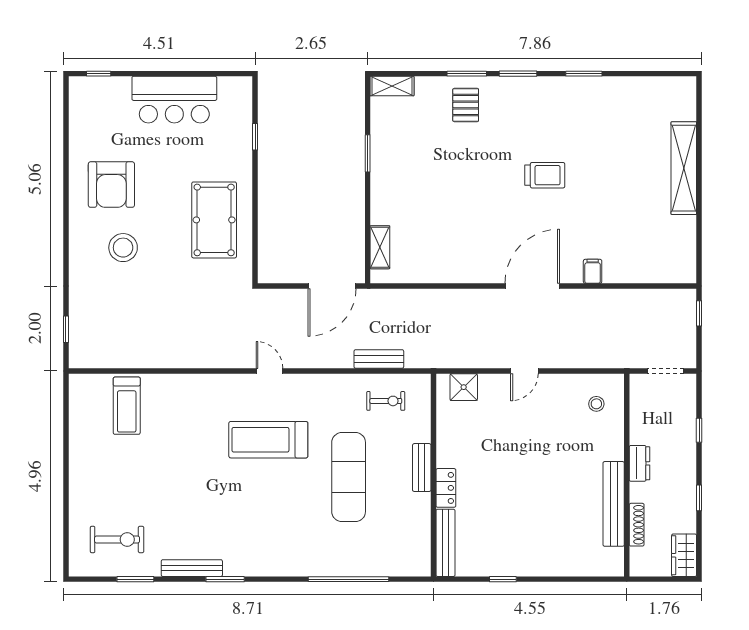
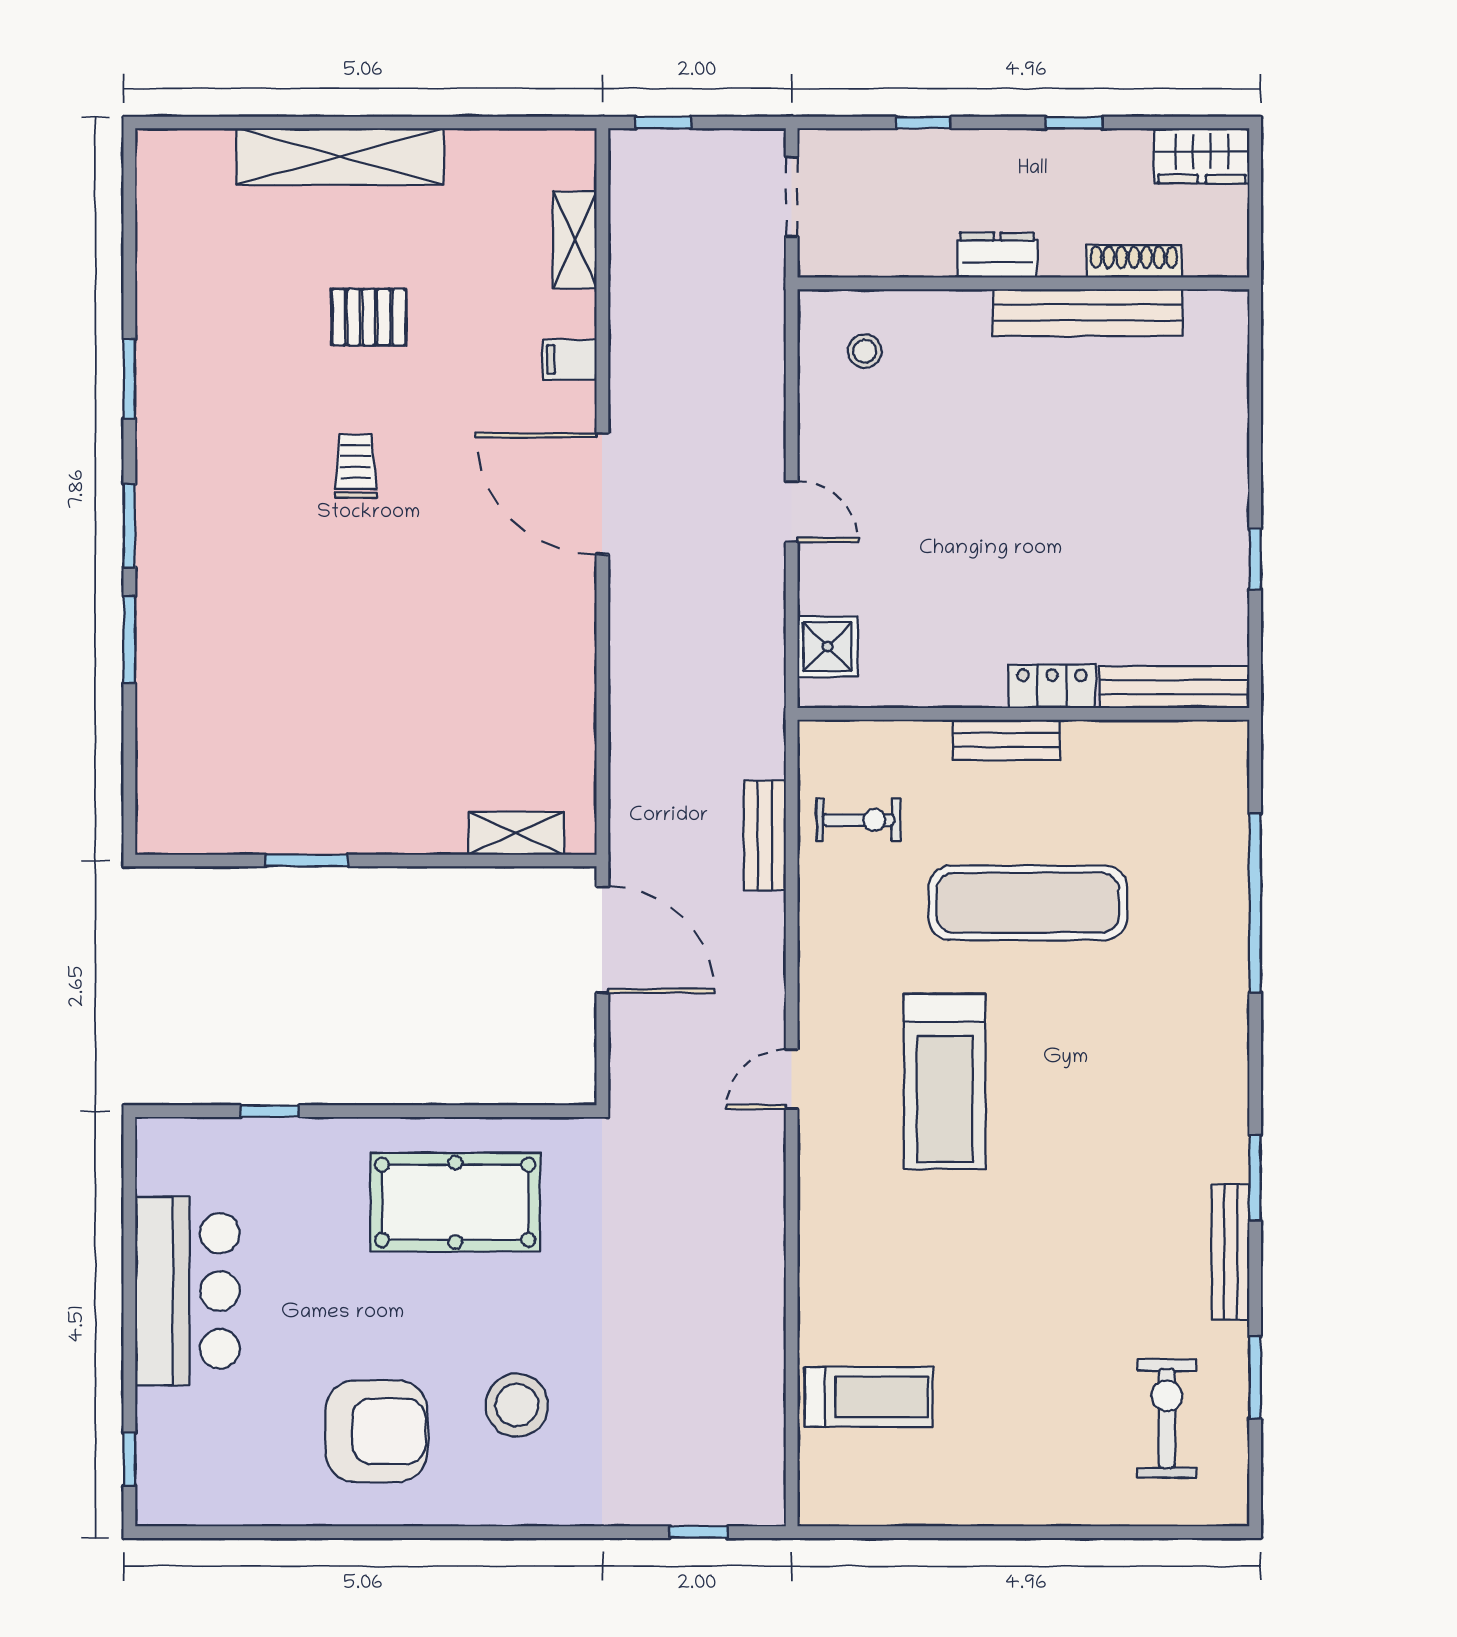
shelving: (392, 86) -> (575, 240), moved
pallet: (466, 105) -> (369, 317), moved
trolley: (545, 175) -> (356, 466), width x0.73, depth x0.72
exercise bike: (386, 401) -> (858, 820), turned 90

